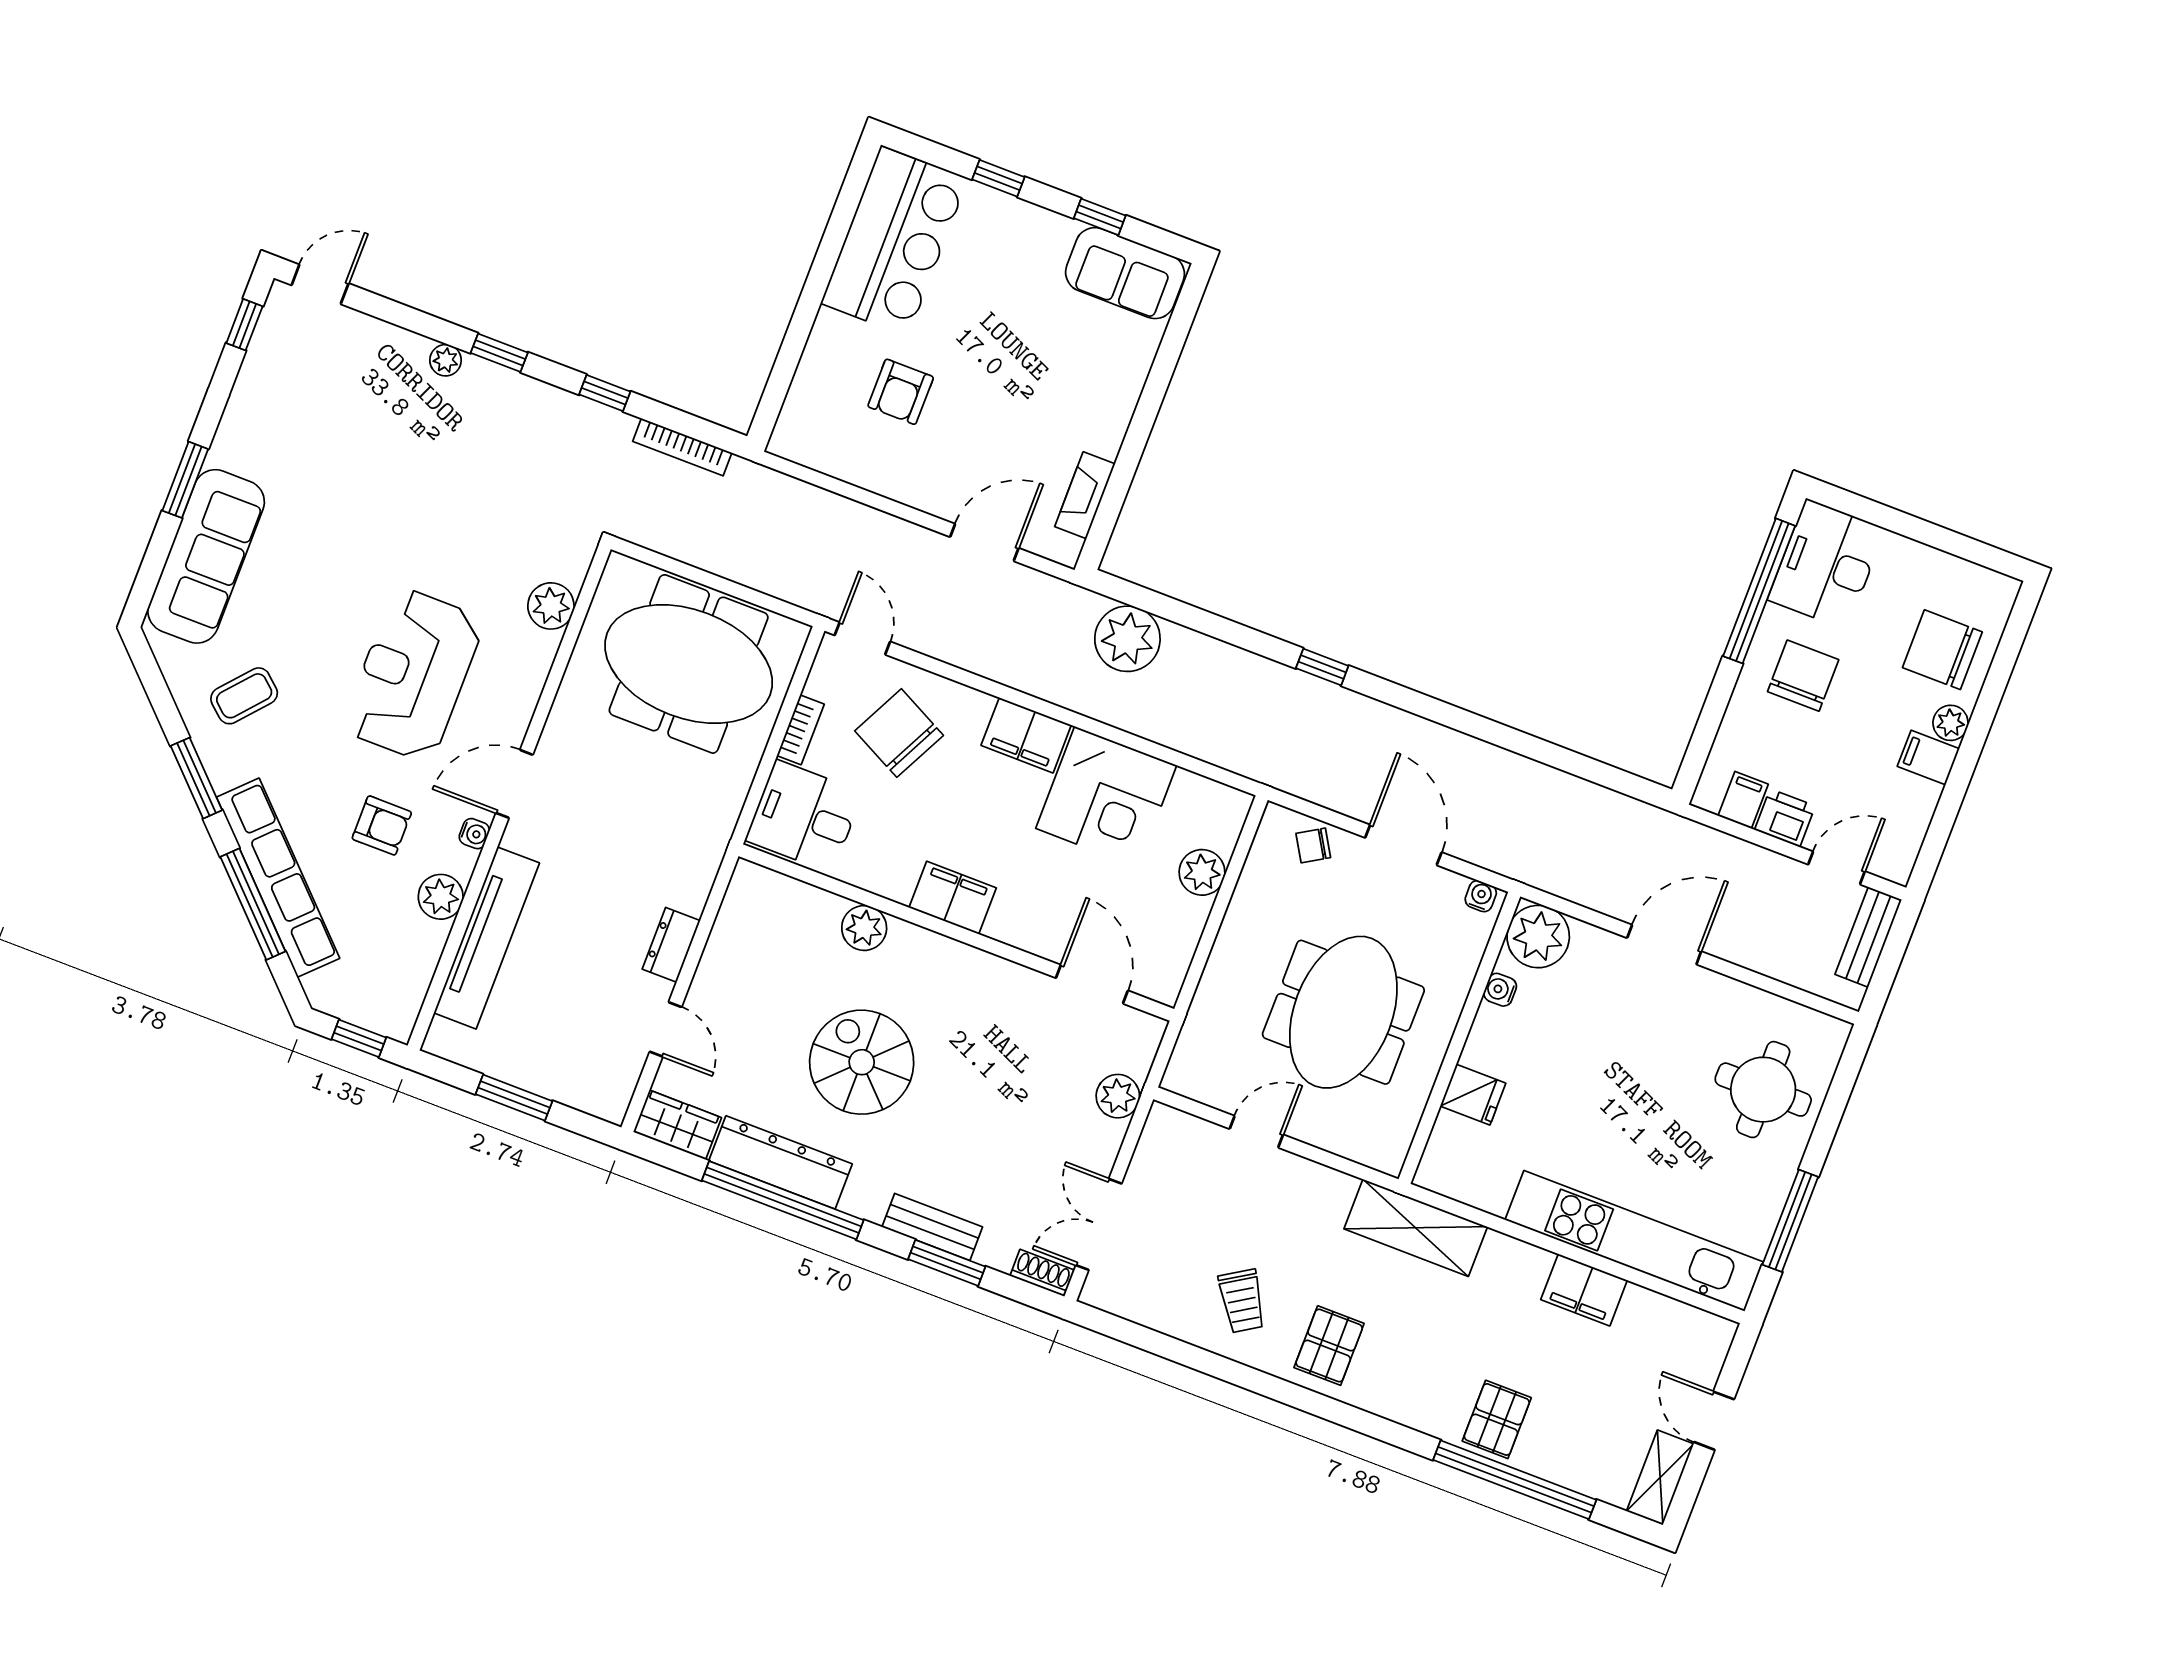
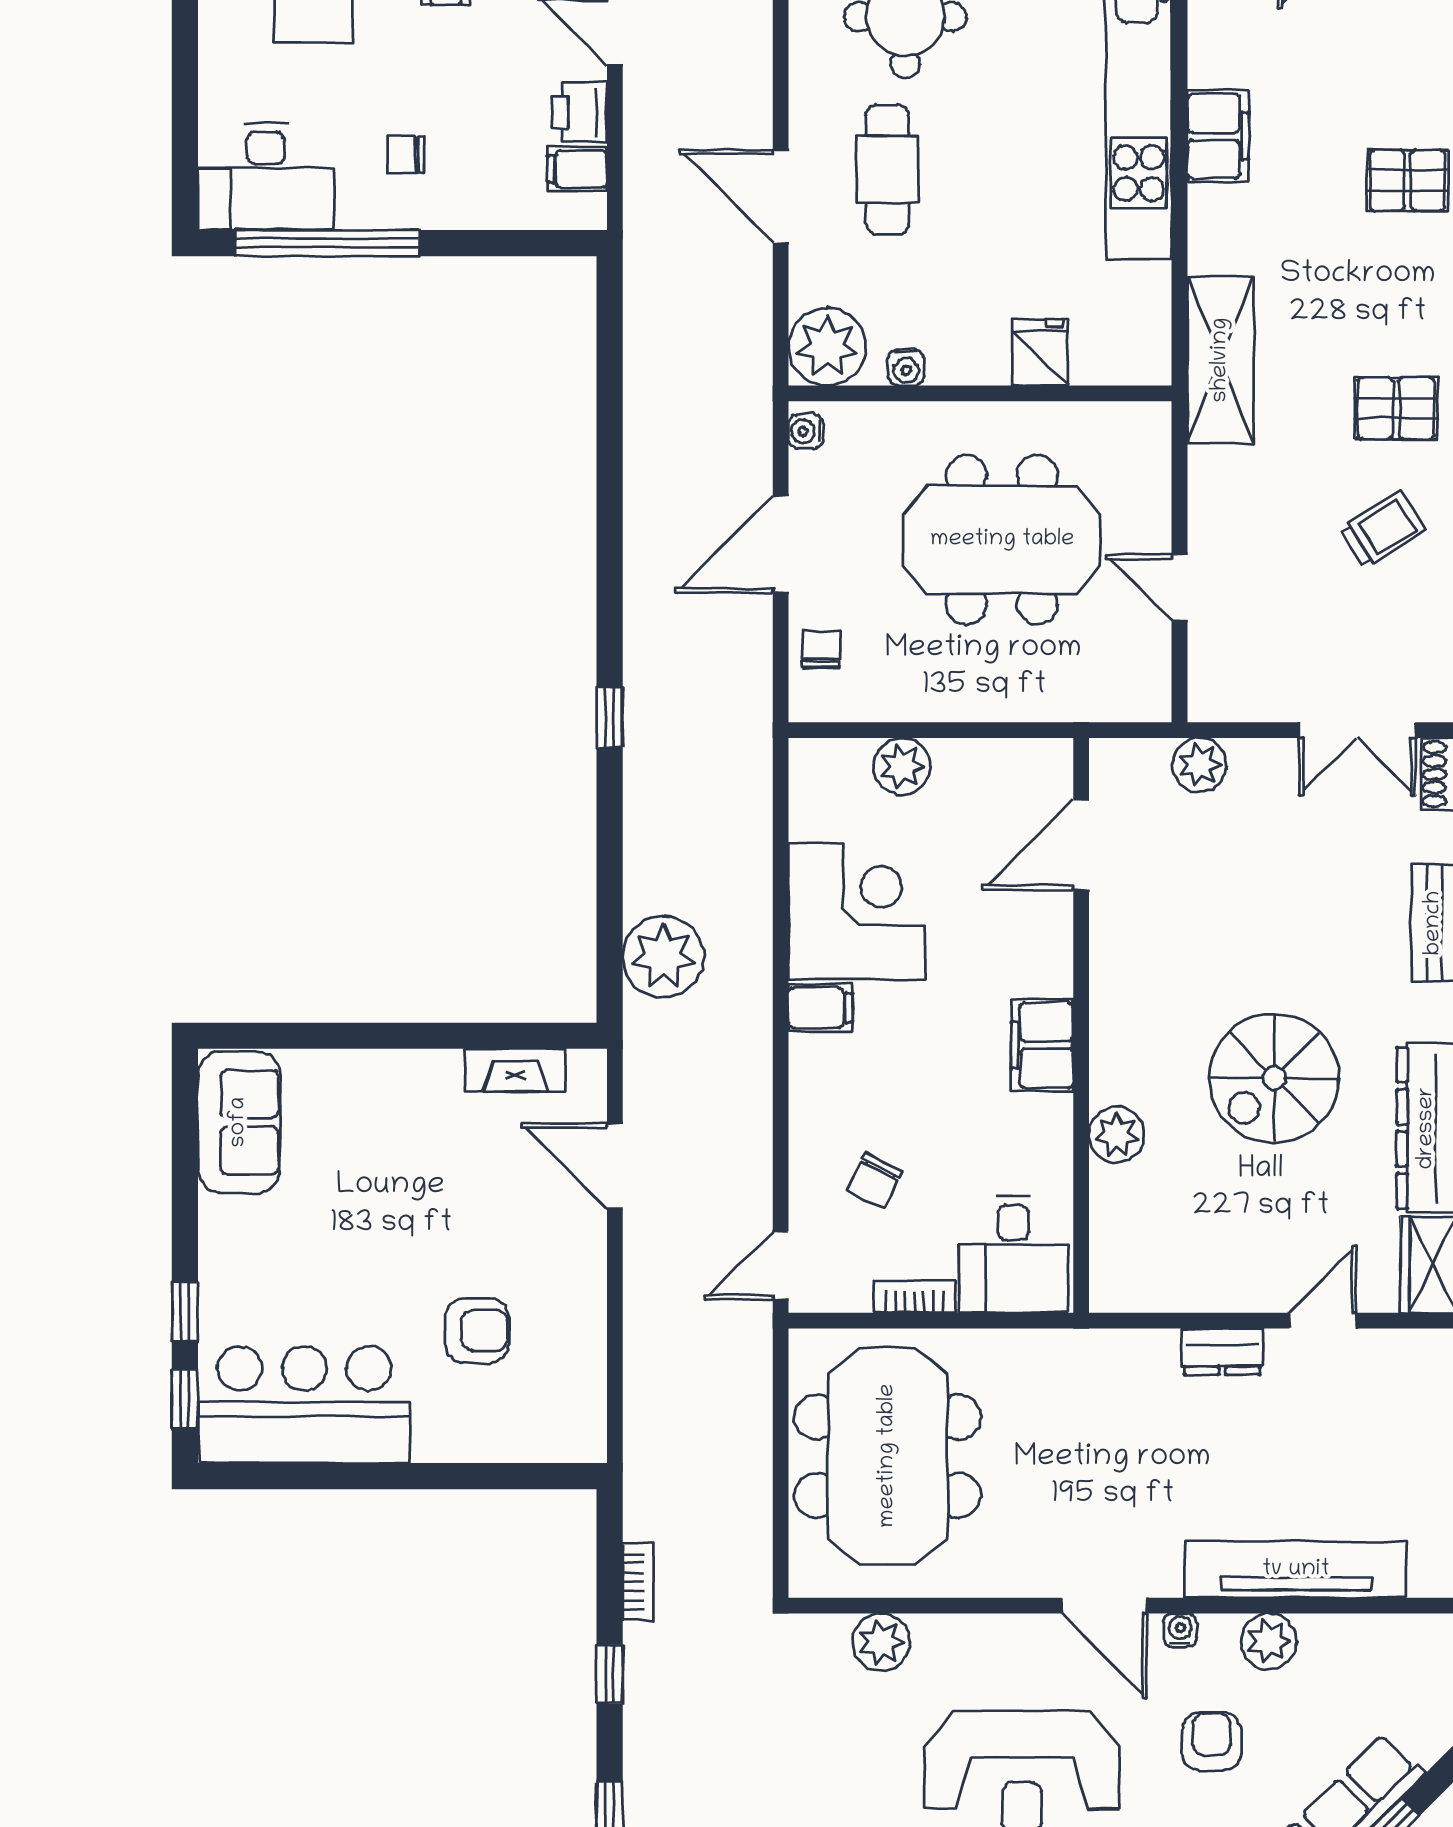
window: (1100, 217) -> (185, 1399), moved
bookcase: (682, 447) -> (638, 1582), width x0.64
chair: (1803, 676) -> (406, 154), width x0.54, depth x0.54
chair: (899, 733) -> (874, 1181), width x0.54, depth x0.54
filing cabinet: (1026, 735) -> (820, 1008), width x0.50
chair: (1313, 845) -> (821, 649), turned -149
cafe table: (1654, 1032) -> (887, 169), added

